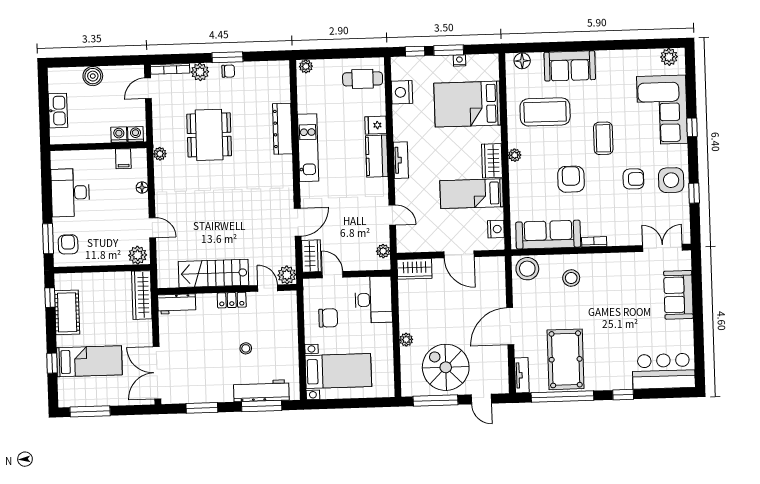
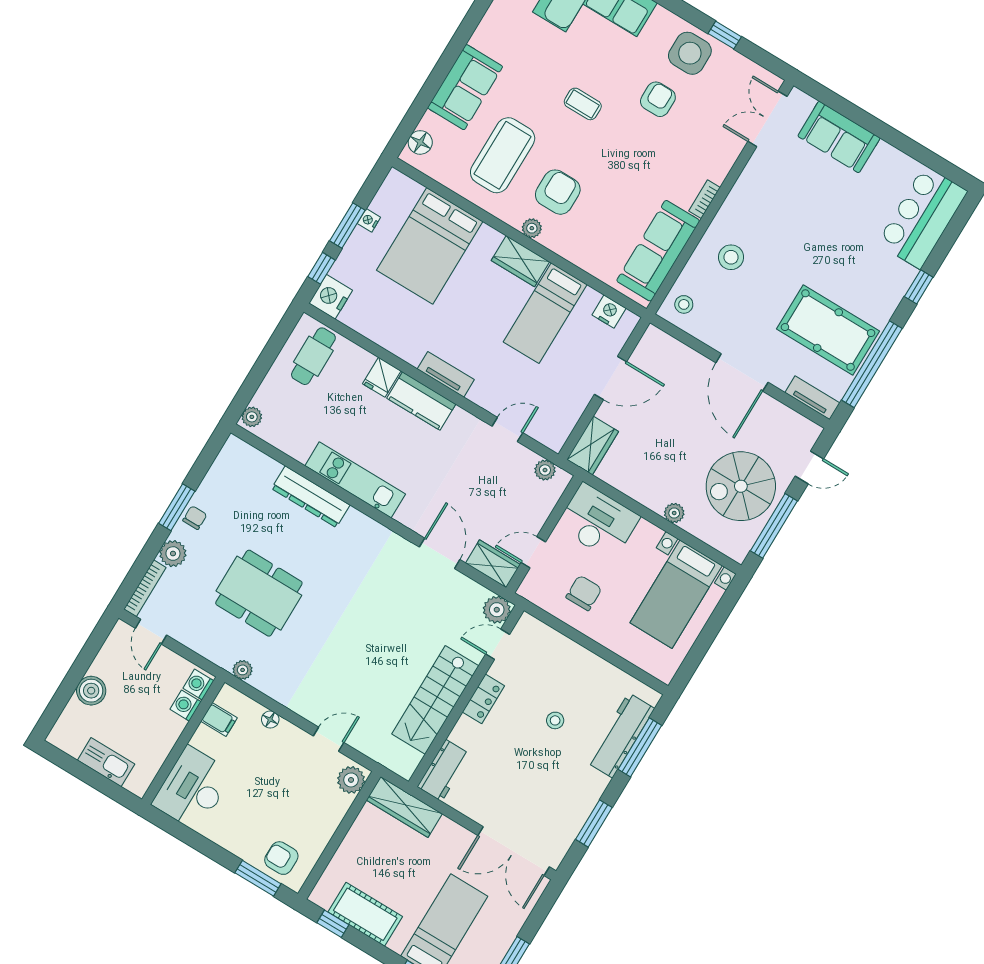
nightstand: (402, 92) -> (331, 297), moved, turned 90
coffee table: (603, 138) -> (583, 104), width x0.73, depth x0.77
armchair: (571, 179) -> (558, 192), moved, turned 90
desk: (70, 193) -> (193, 789), moved, turned 90
stool: (527, 269) -> (684, 304), width x0.53, depth x0.53
bed with nightstands: (338, 371) -> (676, 594), moved, turned 180

